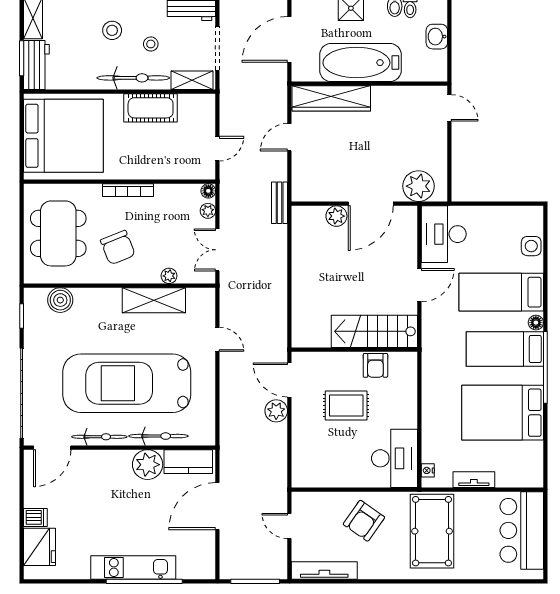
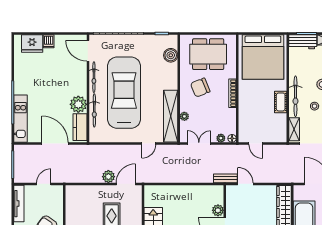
cot: (151, 108) -> (281, 102), width x0.73, depth x0.75
door: (289, 137) -> (245, 184), moved
shelving: (154, 300) -> (171, 116), width x1.47
kitchen unit: (133, 568) -> (20, 119), moved

